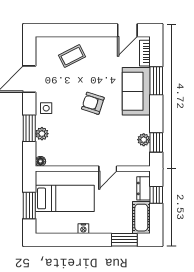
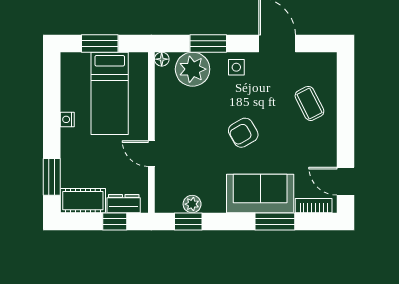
armchair: (93, 103) -> (243, 133), turned -138
plant: (42, 134) -> (193, 69), width x1.88, depth x1.88

